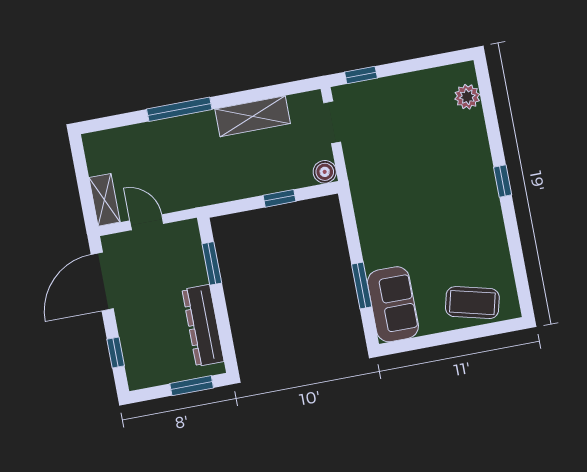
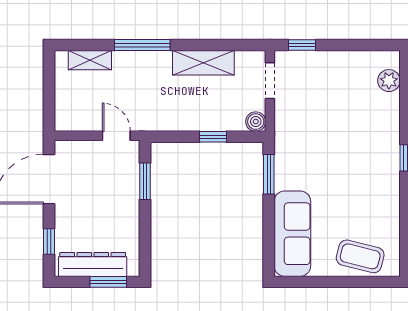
shelving: (104, 200) -> (90, 60), moved, turned 90
door: (147, 222) -> (116, 136), moved
window: (362, 285) -> (269, 174), moved
sofa: (393, 304) -> (292, 234), width x1.36
dresser: (203, 325) -> (93, 264), moved, turned 90

